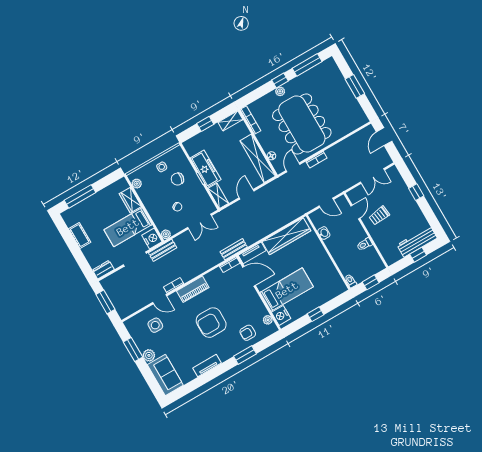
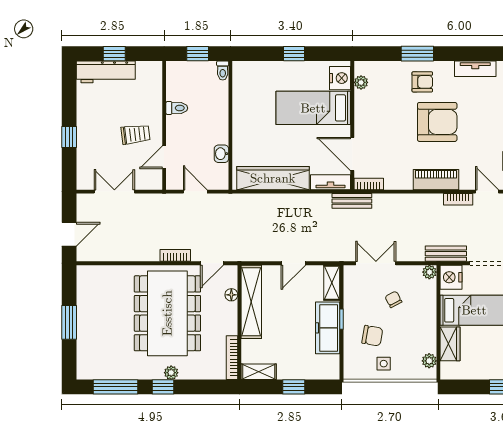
armchair: (248, 333) -> (422, 82), moved

